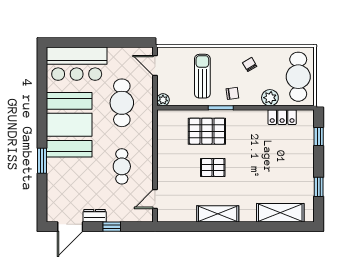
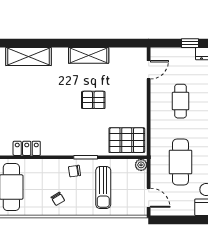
plant: (270, 98) -> (38, 167), removed
pallet: (207, 131) -> (127, 140), moved

